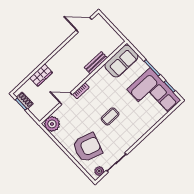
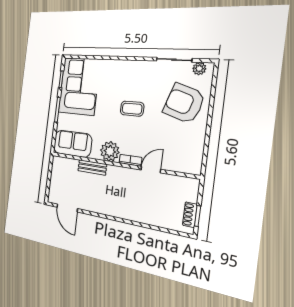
wardrobe: (41, 75) -> (148, 216), removed
door: (66, 99) -> (151, 170), swing flipped
plant: (52, 124) -> (110, 151), moved

